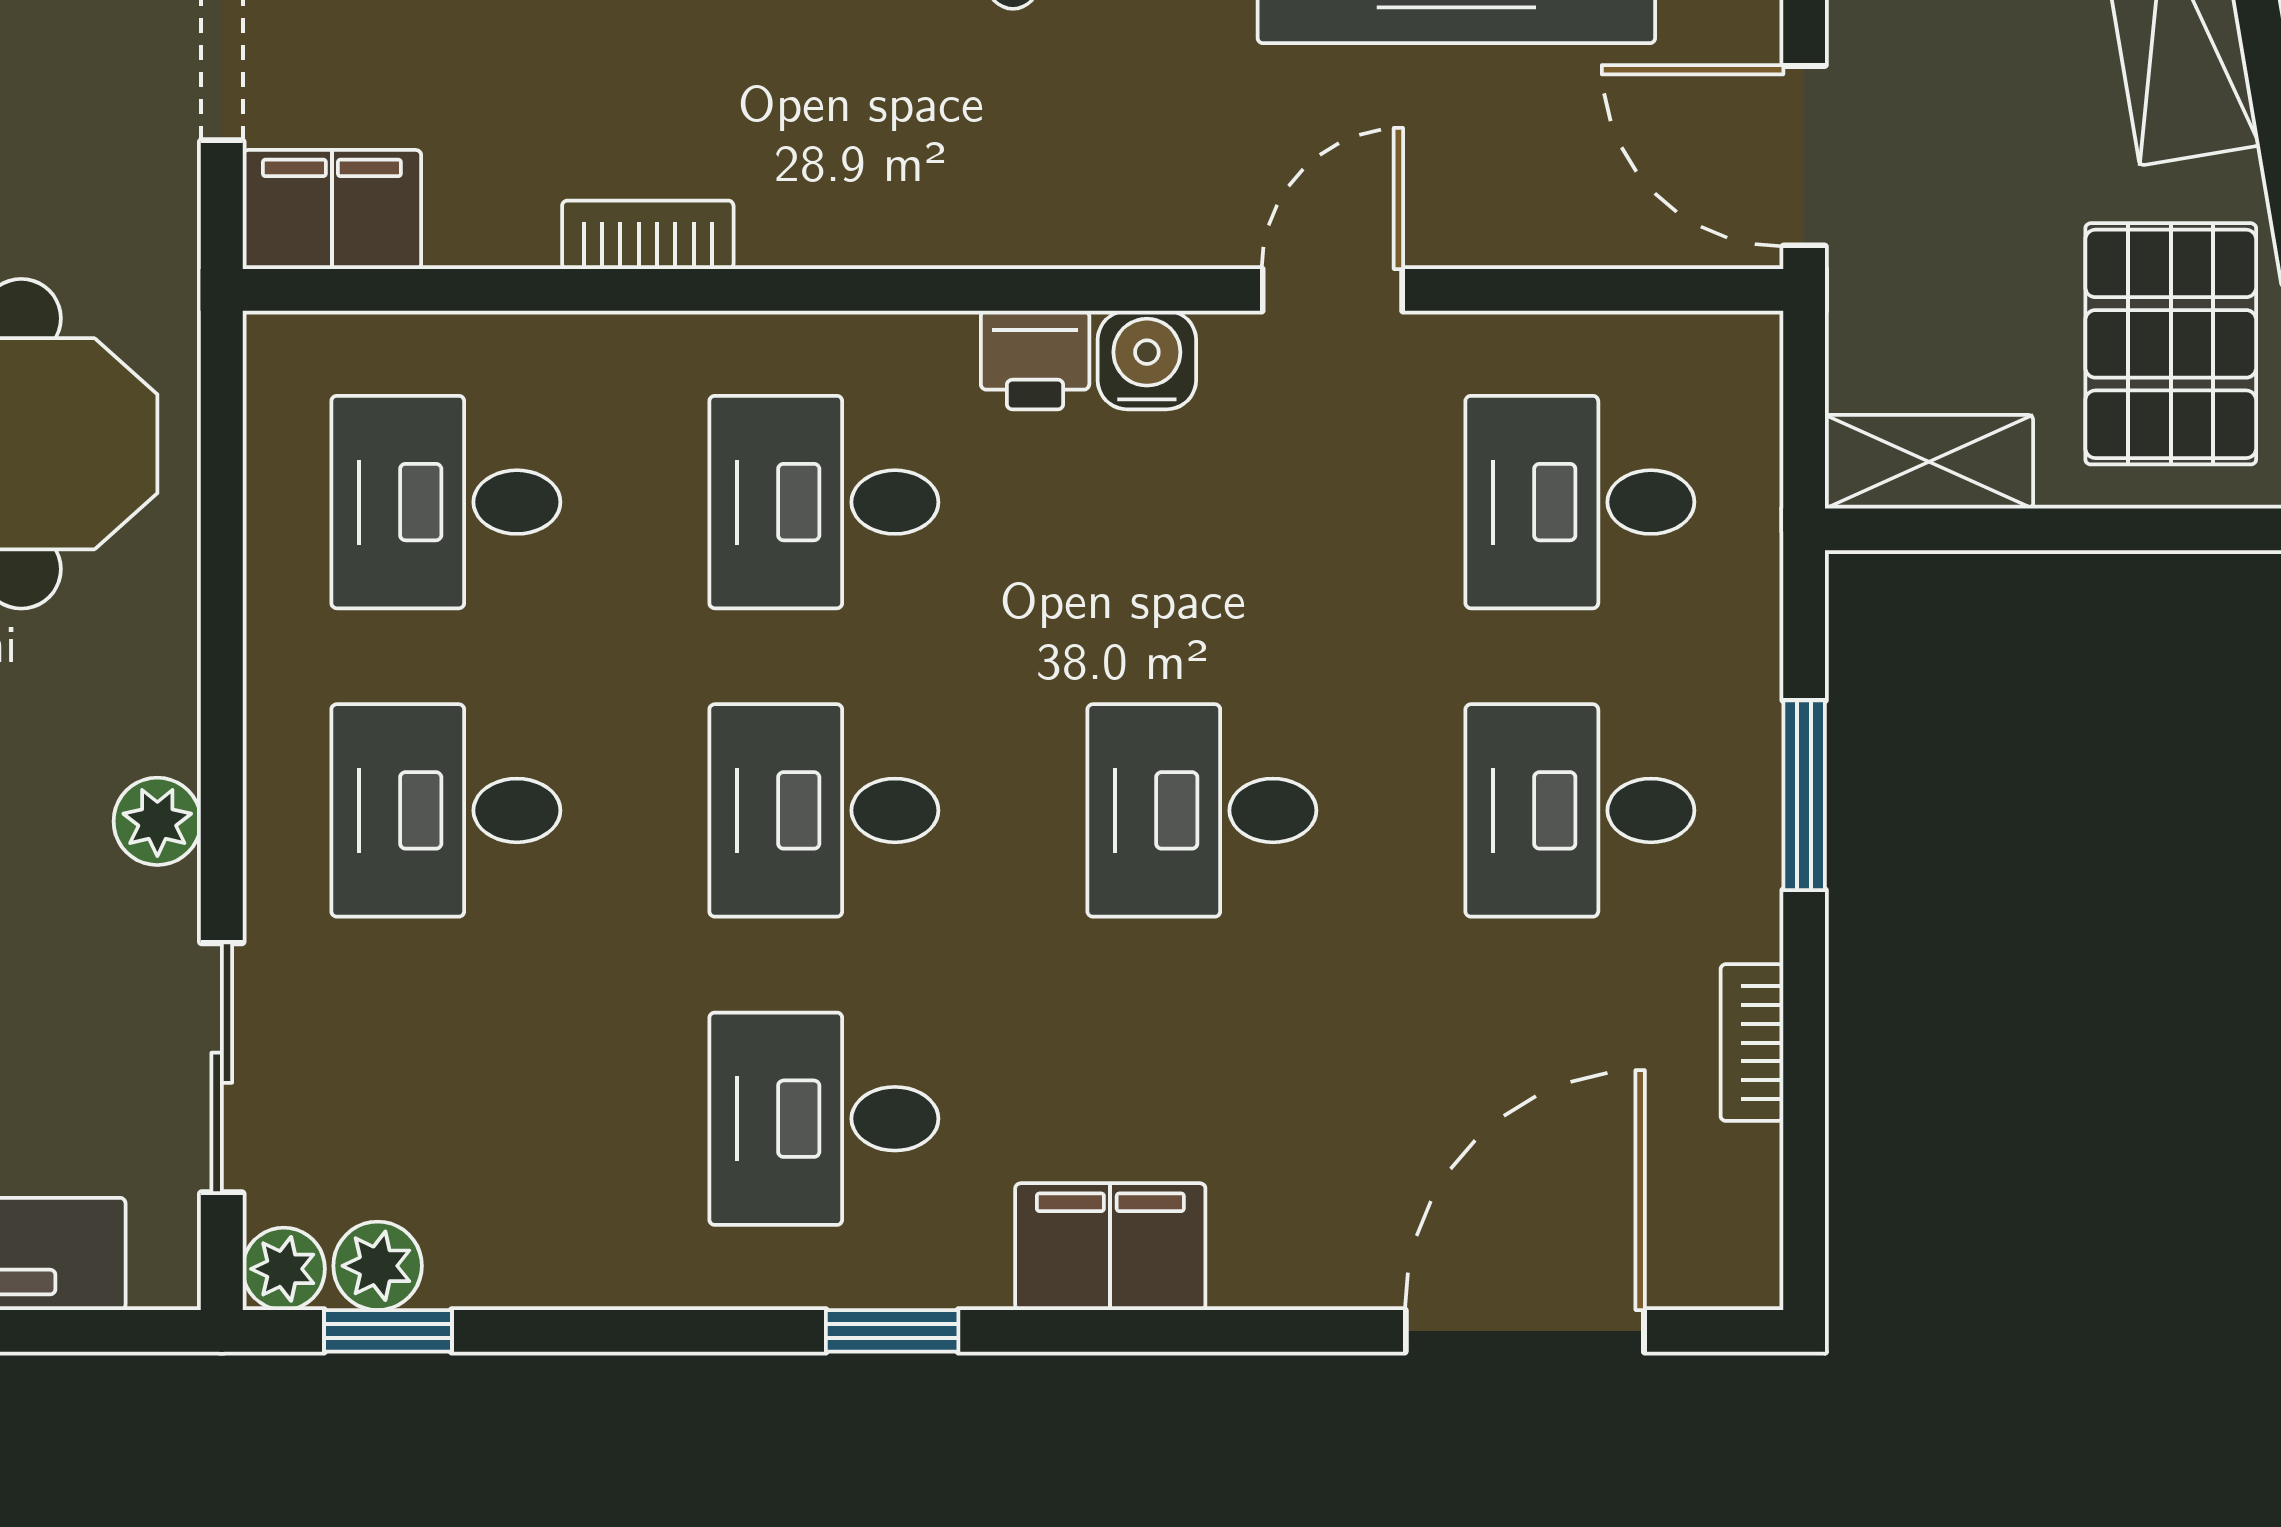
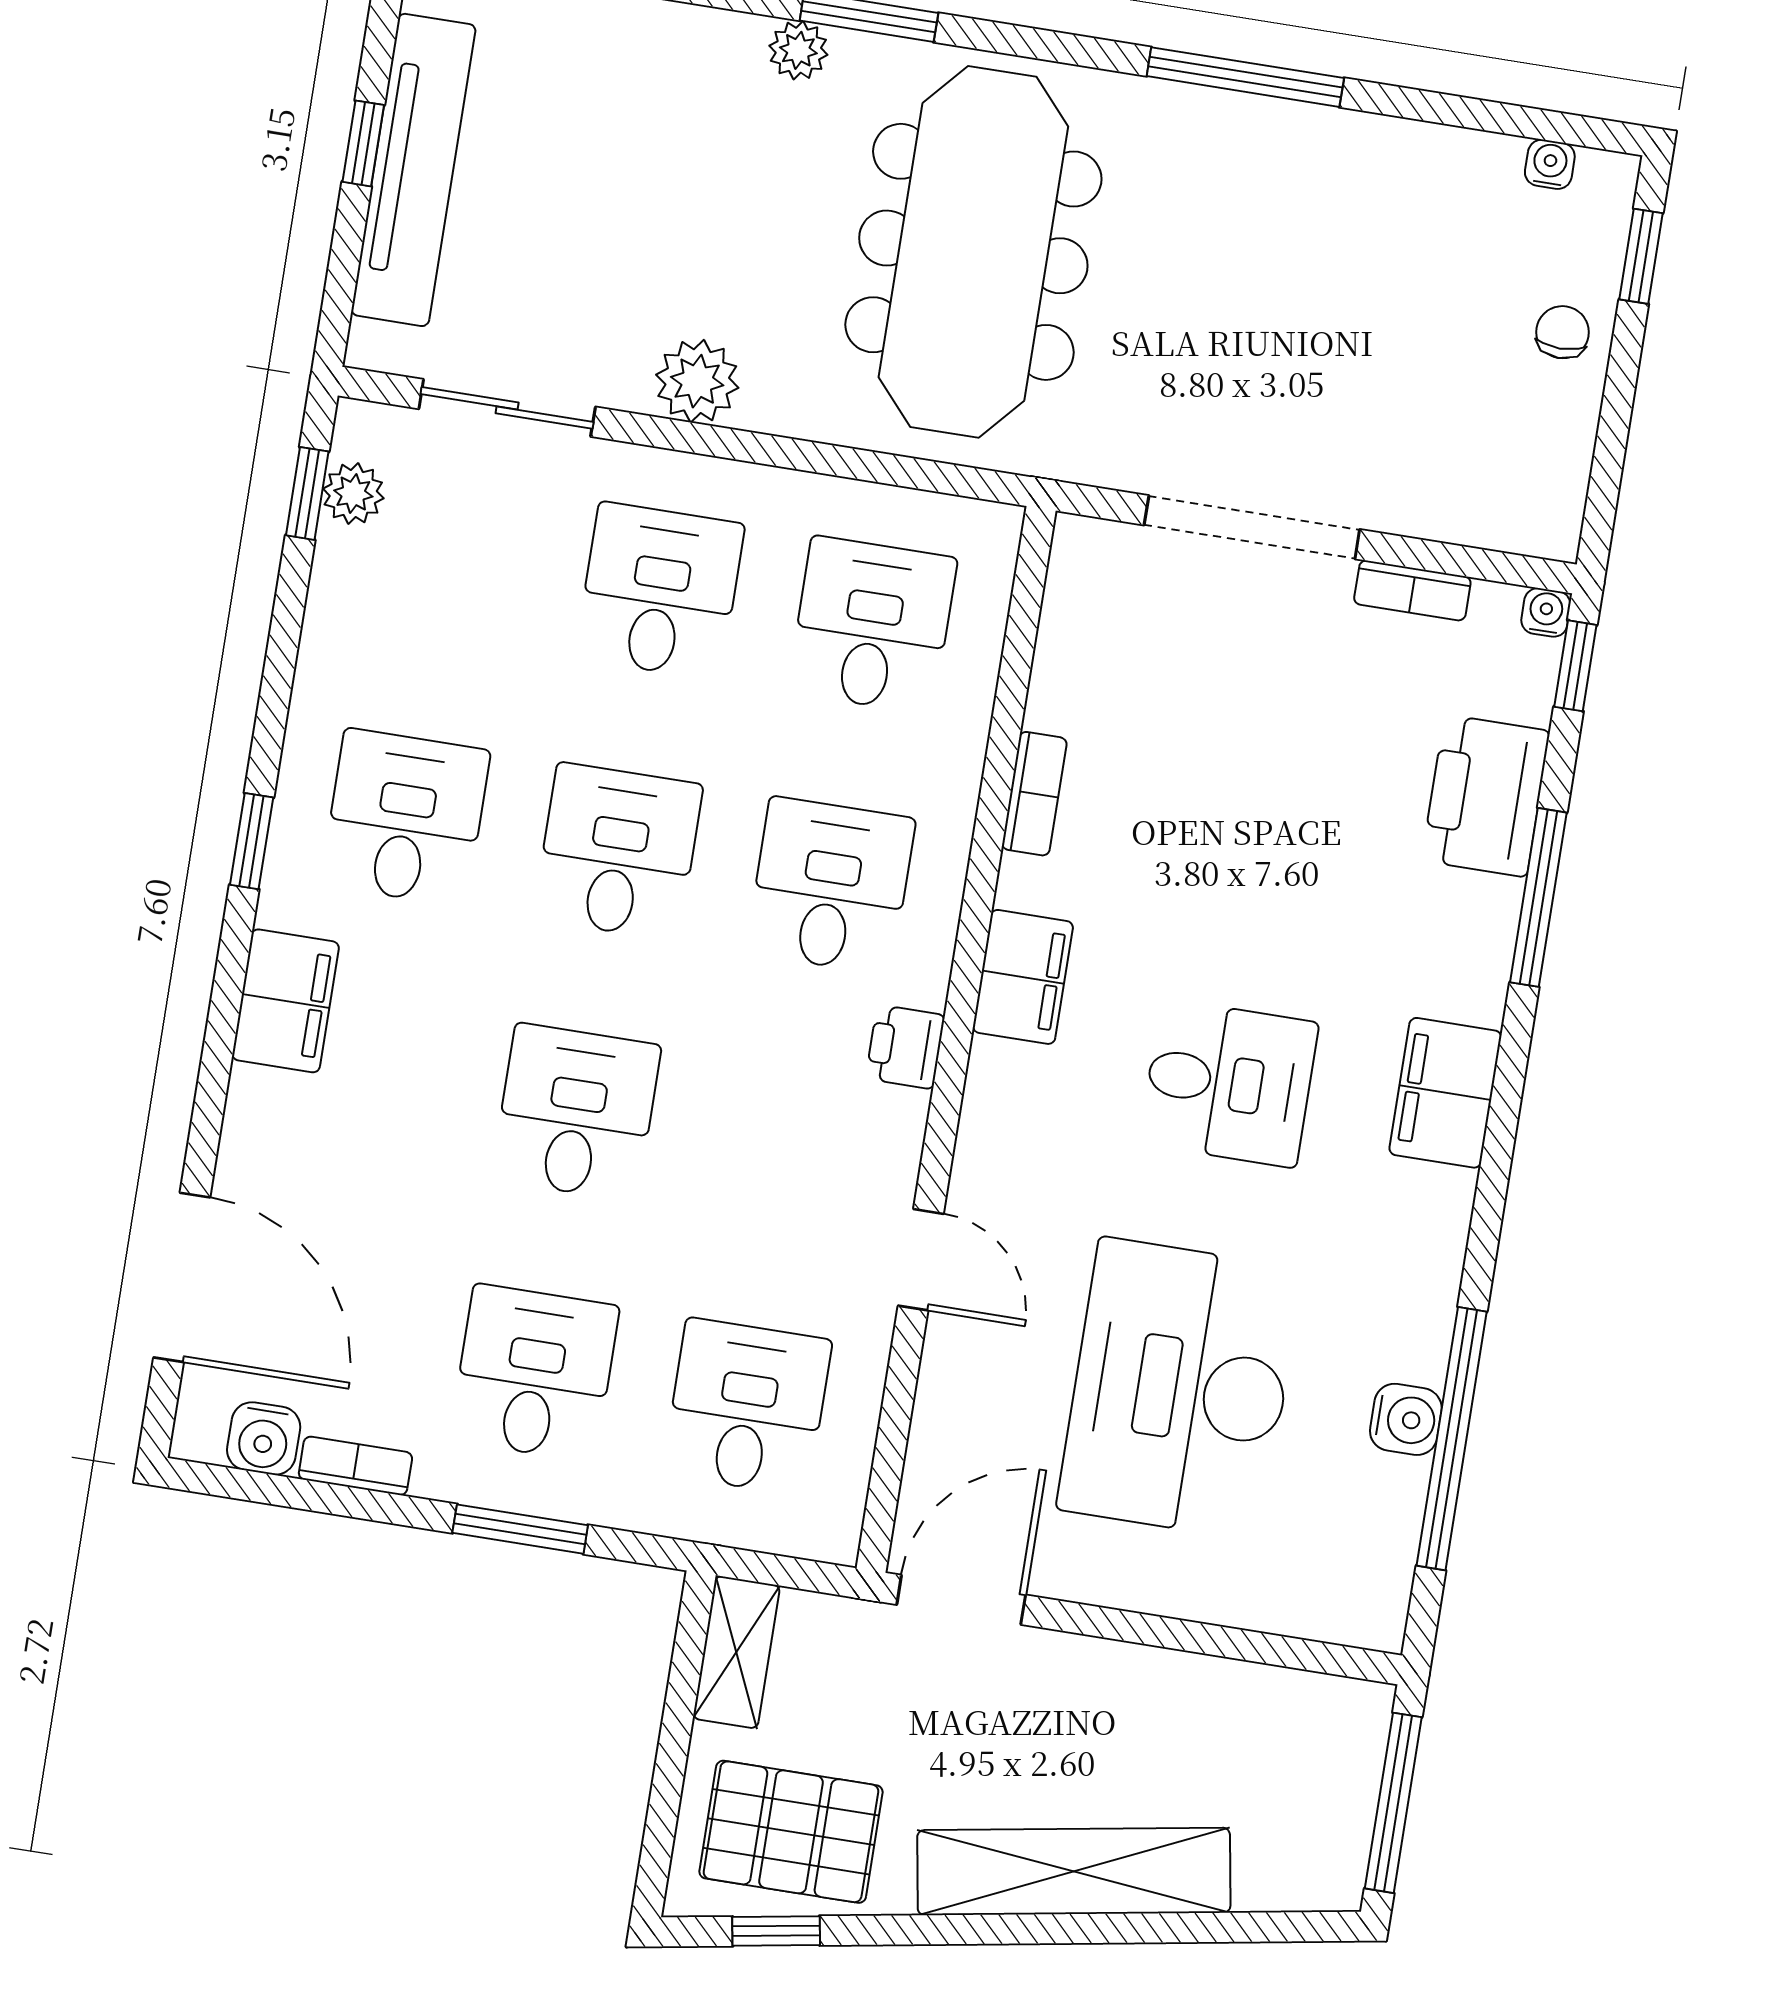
filing cabinet: (332, 210) -> (1023, 977), moved
water cooler: (1147, 360) -> (264, 1438), moved, turned 90
plant: (157, 821) -> (697, 381), width x1.38, depth x1.38
plant: (284, 1269) -> (362, 428), removed

